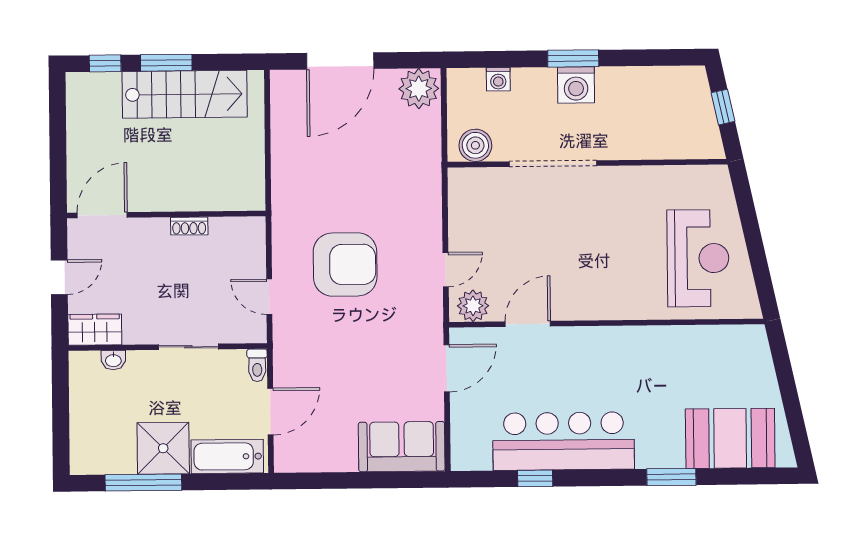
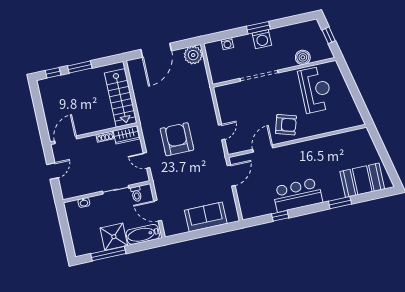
stairs: (185, 94) -> (121, 98), moved, turned 90
boiler: (475, 145) -> (303, 57), moved
reception desk: (698, 258) -> (315, 90), moved
armchair: (345, 264) -> (177, 139), turned -90
armchair: (589, 283) -> (286, 125), added
plant: (473, 306) -> (237, 146), removed
wardrobe: (95, 330) -> (126, 135), moved, turned 180
toilet: (257, 365) -> (136, 194), moved
door: (270, 412) -> (158, 211), swing flipped
bar counter: (564, 441) -> (297, 195), width x0.73
sofa: (402, 447) -> (206, 217), moved

